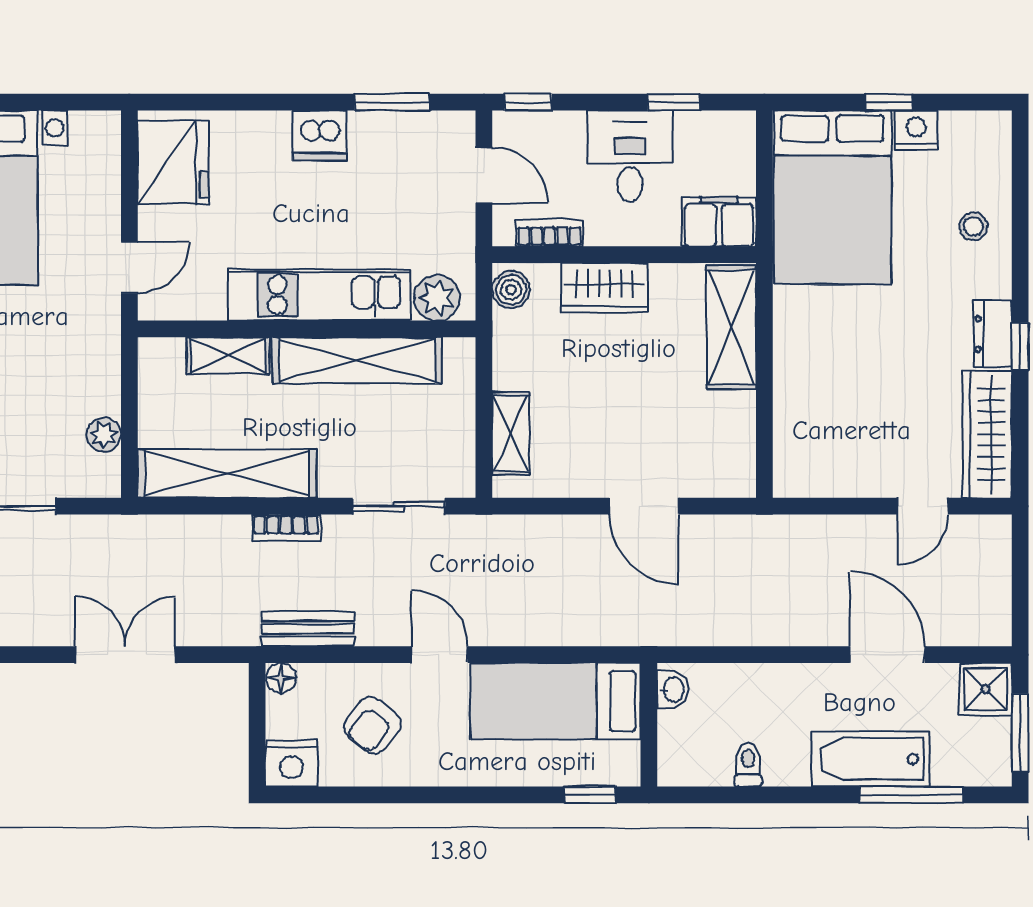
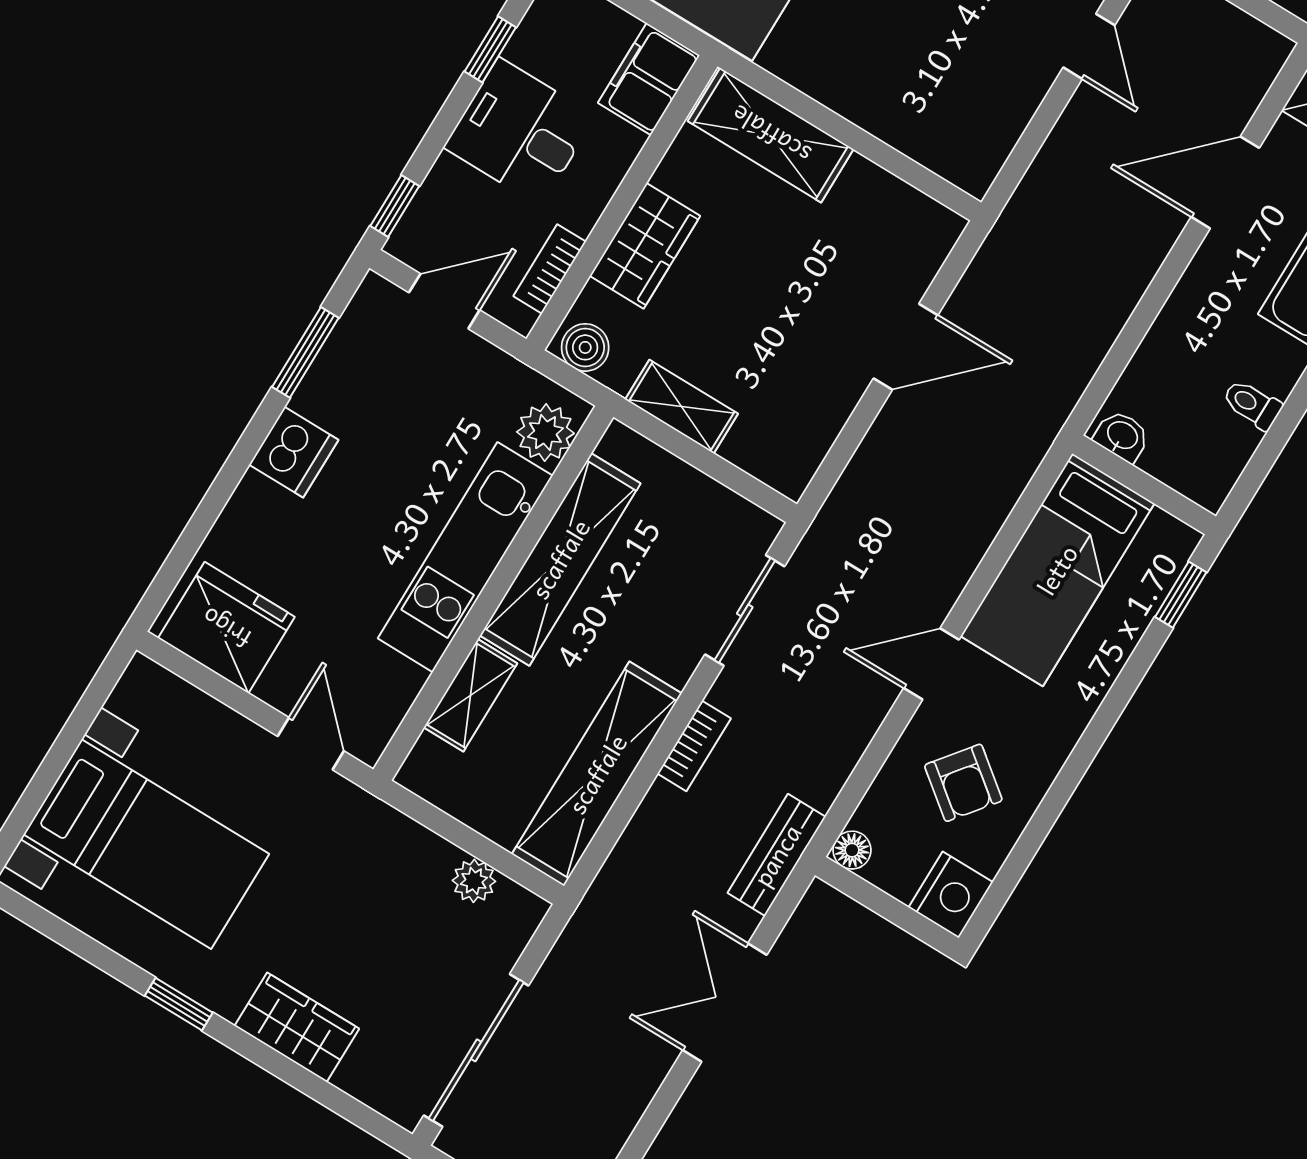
shelving: (511, 433) -> (682, 407), moved
bench: (308, 629) -> (777, 855), moved

